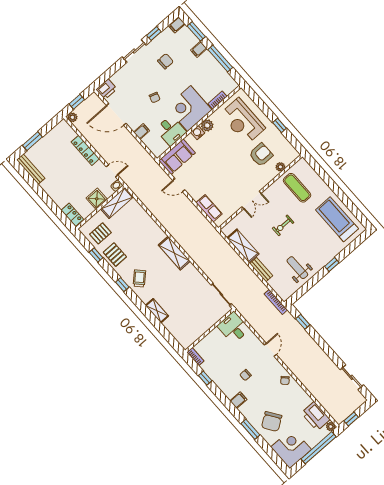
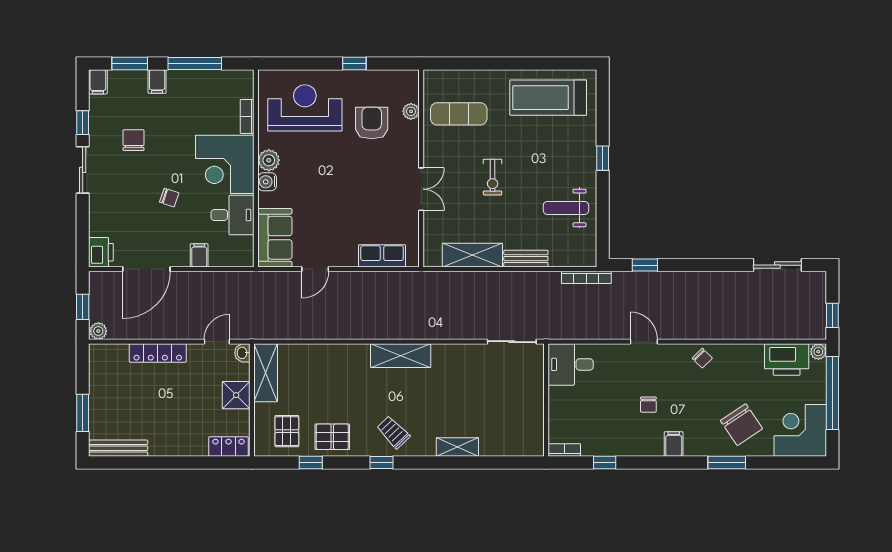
reception desk: (242, 121) -> (305, 108), turned 180

